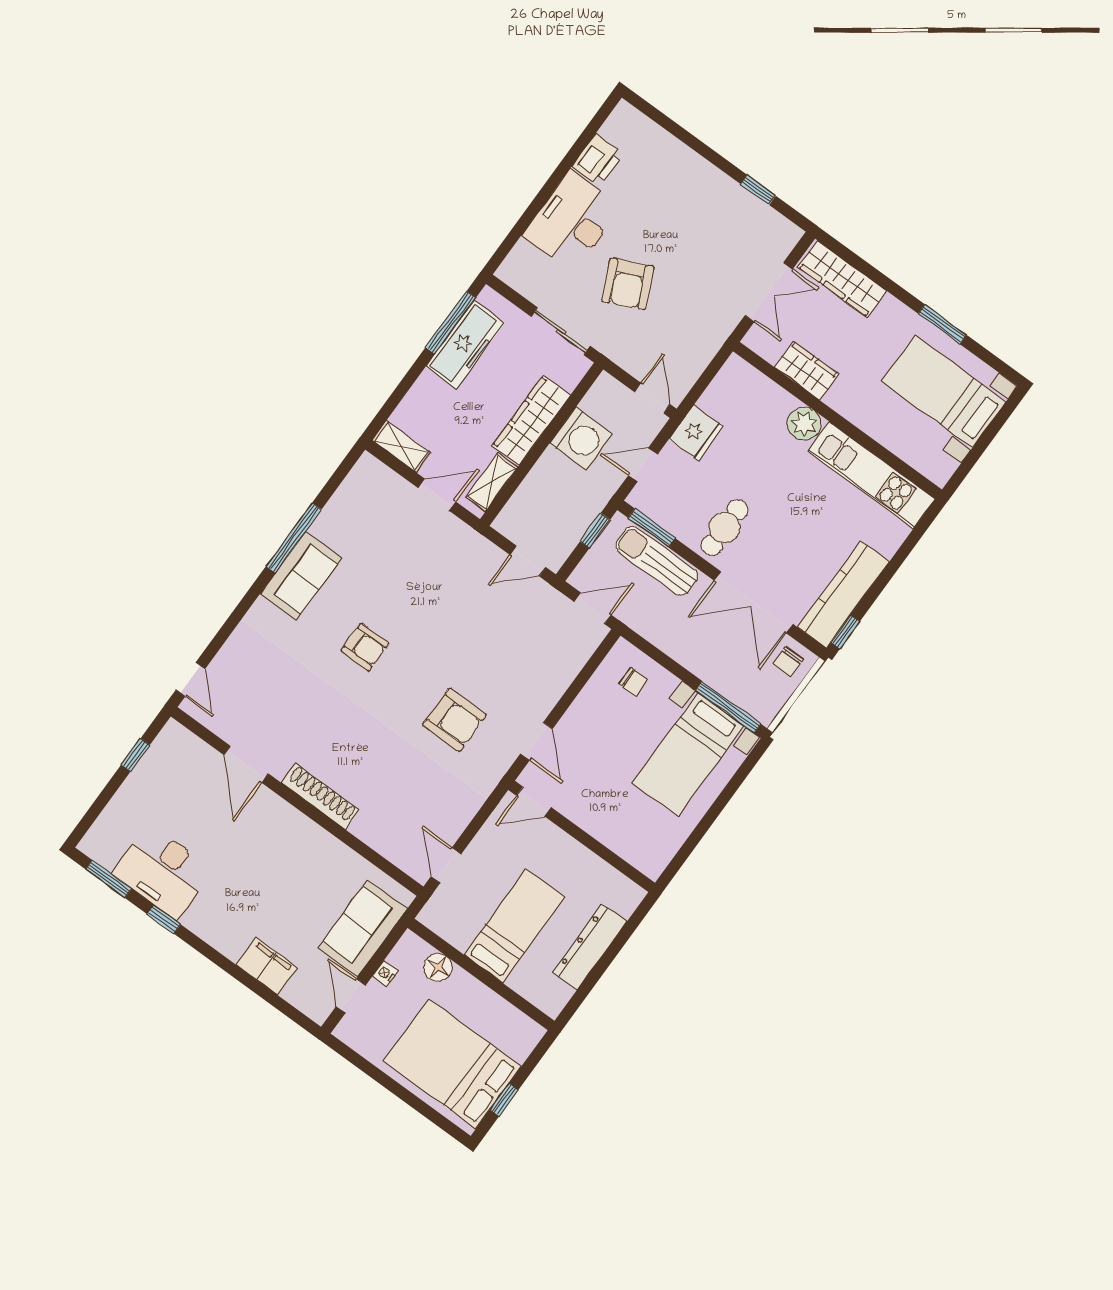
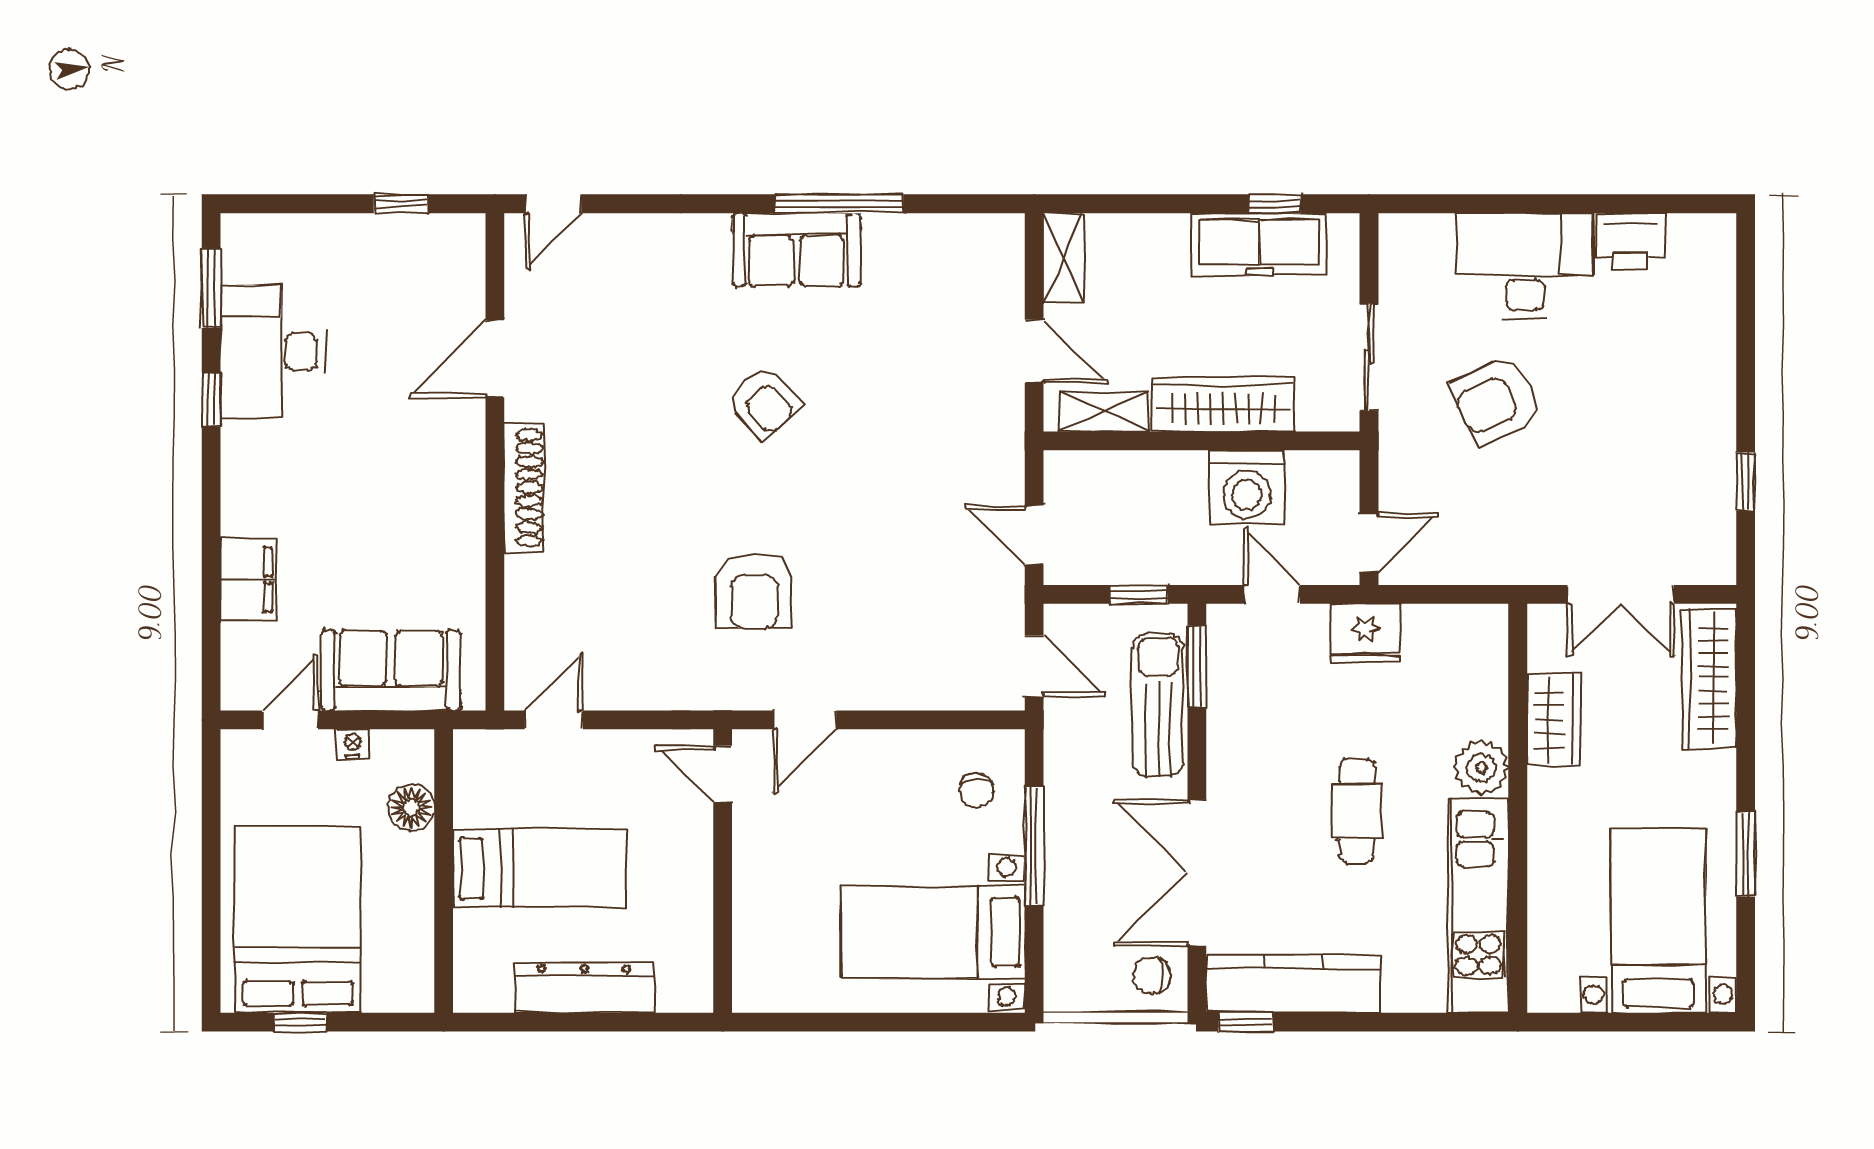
window: (451, 323) -> (1275, 204), width x0.46
cafe table: (725, 527) -> (1357, 811), moved, turned 90
armchair: (365, 647) -> (764, 403), turned -41
window: (728, 707) -> (1034, 846), moved

